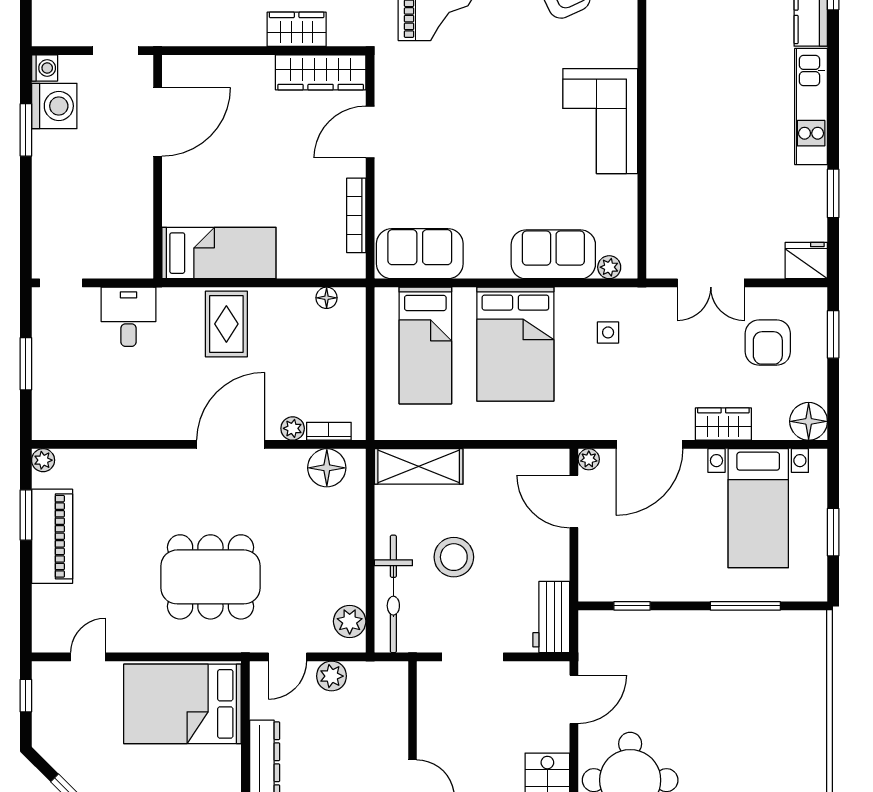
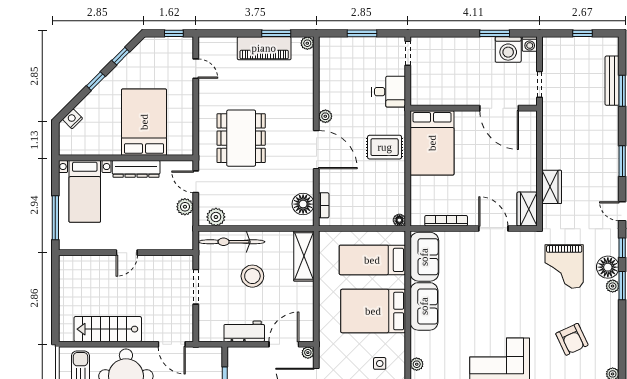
wardrobe: (321, 72) -> (527, 209), width x0.67
bed: (219, 253) -> (432, 143), width x1.50
sofa: (553, 254) -> (424, 306), moved
floor lamp: (327, 298) -> (399, 220), moved
plant: (293, 428) -> (325, 116), moved
workbench: (551, 617) -> (244, 331), moved
bed: (182, 704) -> (144, 122), moved

